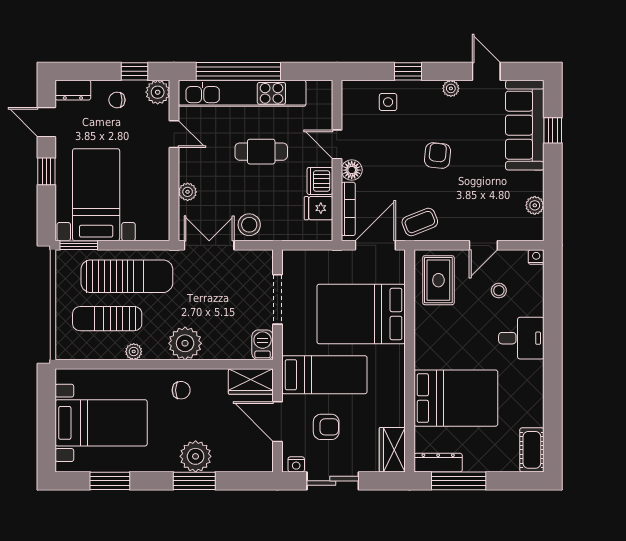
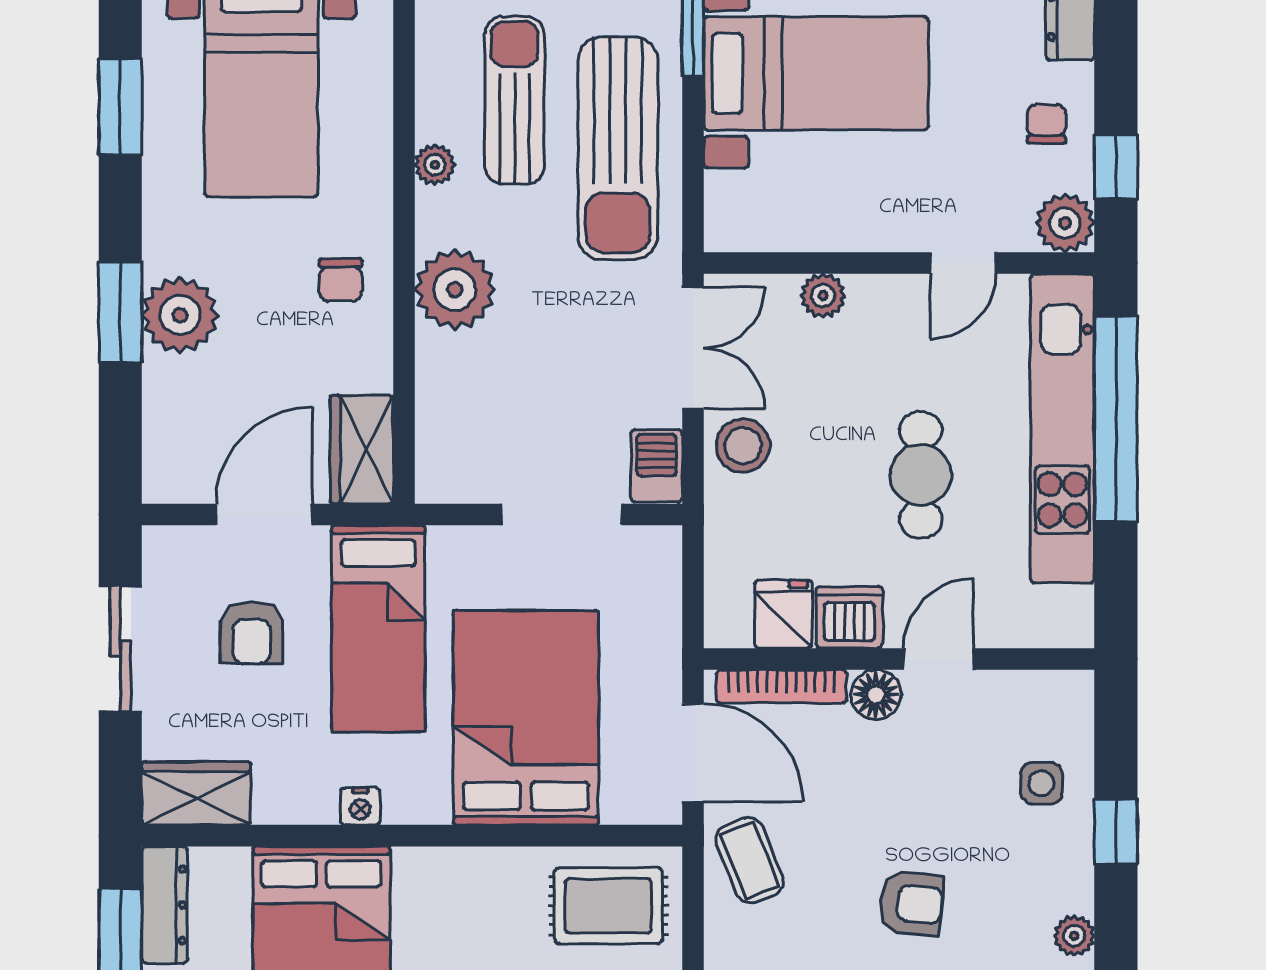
barbecue: (263, 345) -> (657, 466), moved, turned -90
nightstand: (296, 464) -> (360, 806), moved, turned -90

